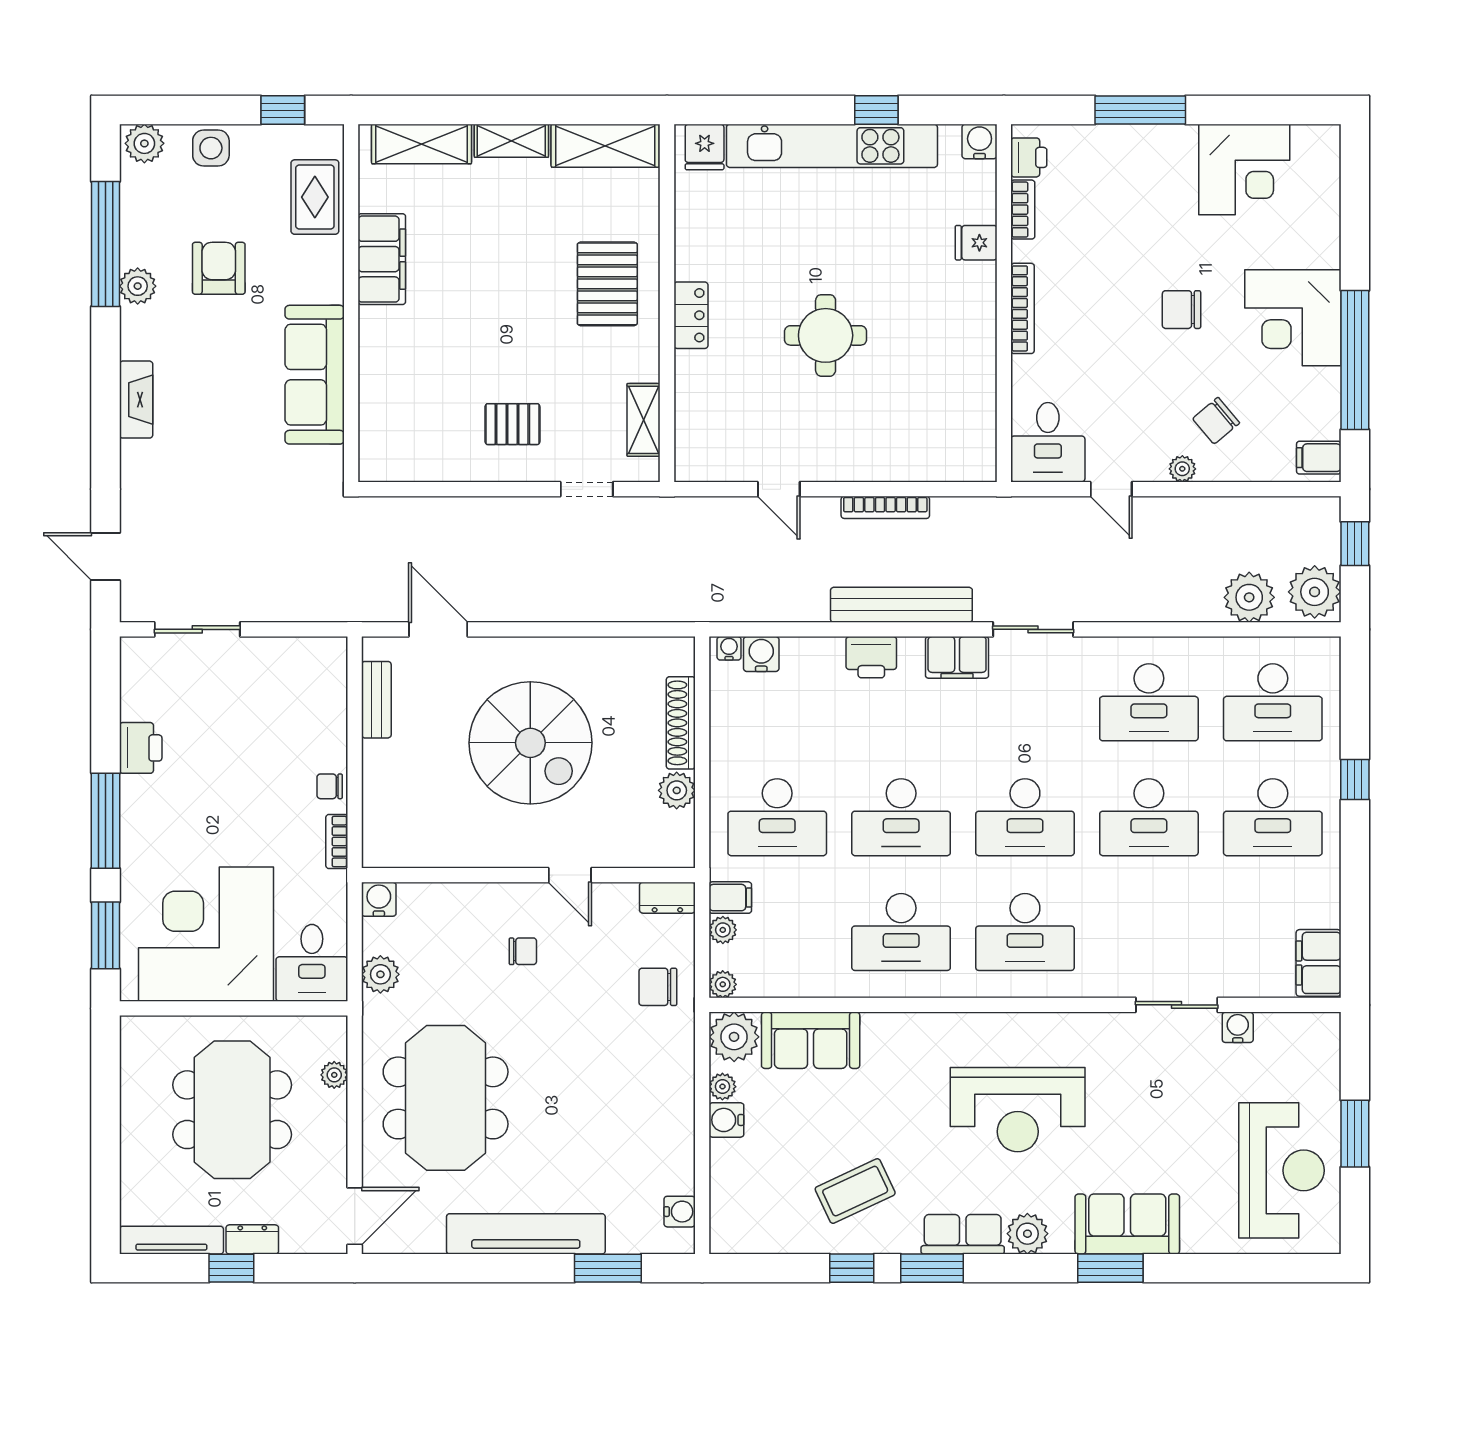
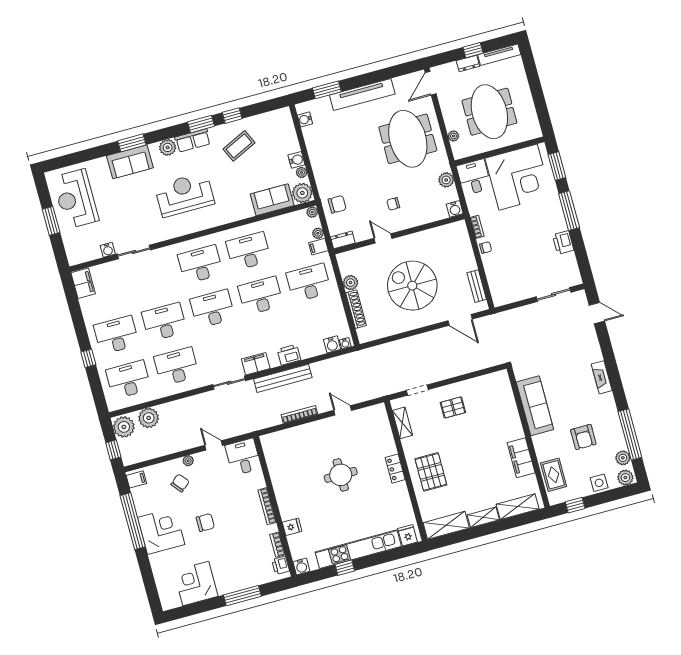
plant: (138, 286) -> (623, 458), moved

